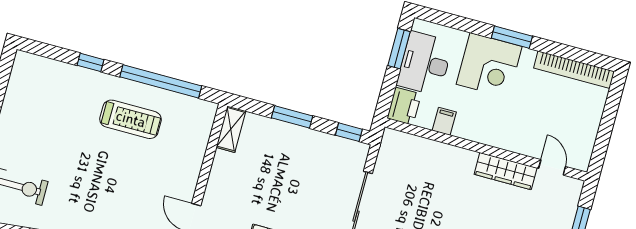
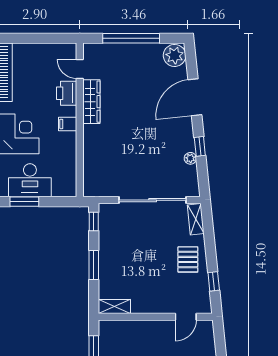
printer: (404, 106) -> (67, 93), moved, turned -90
filing cabinet: (444, 121) -> (68, 124), moved
door: (552, 167) -> (80, 69), hinge flipped

